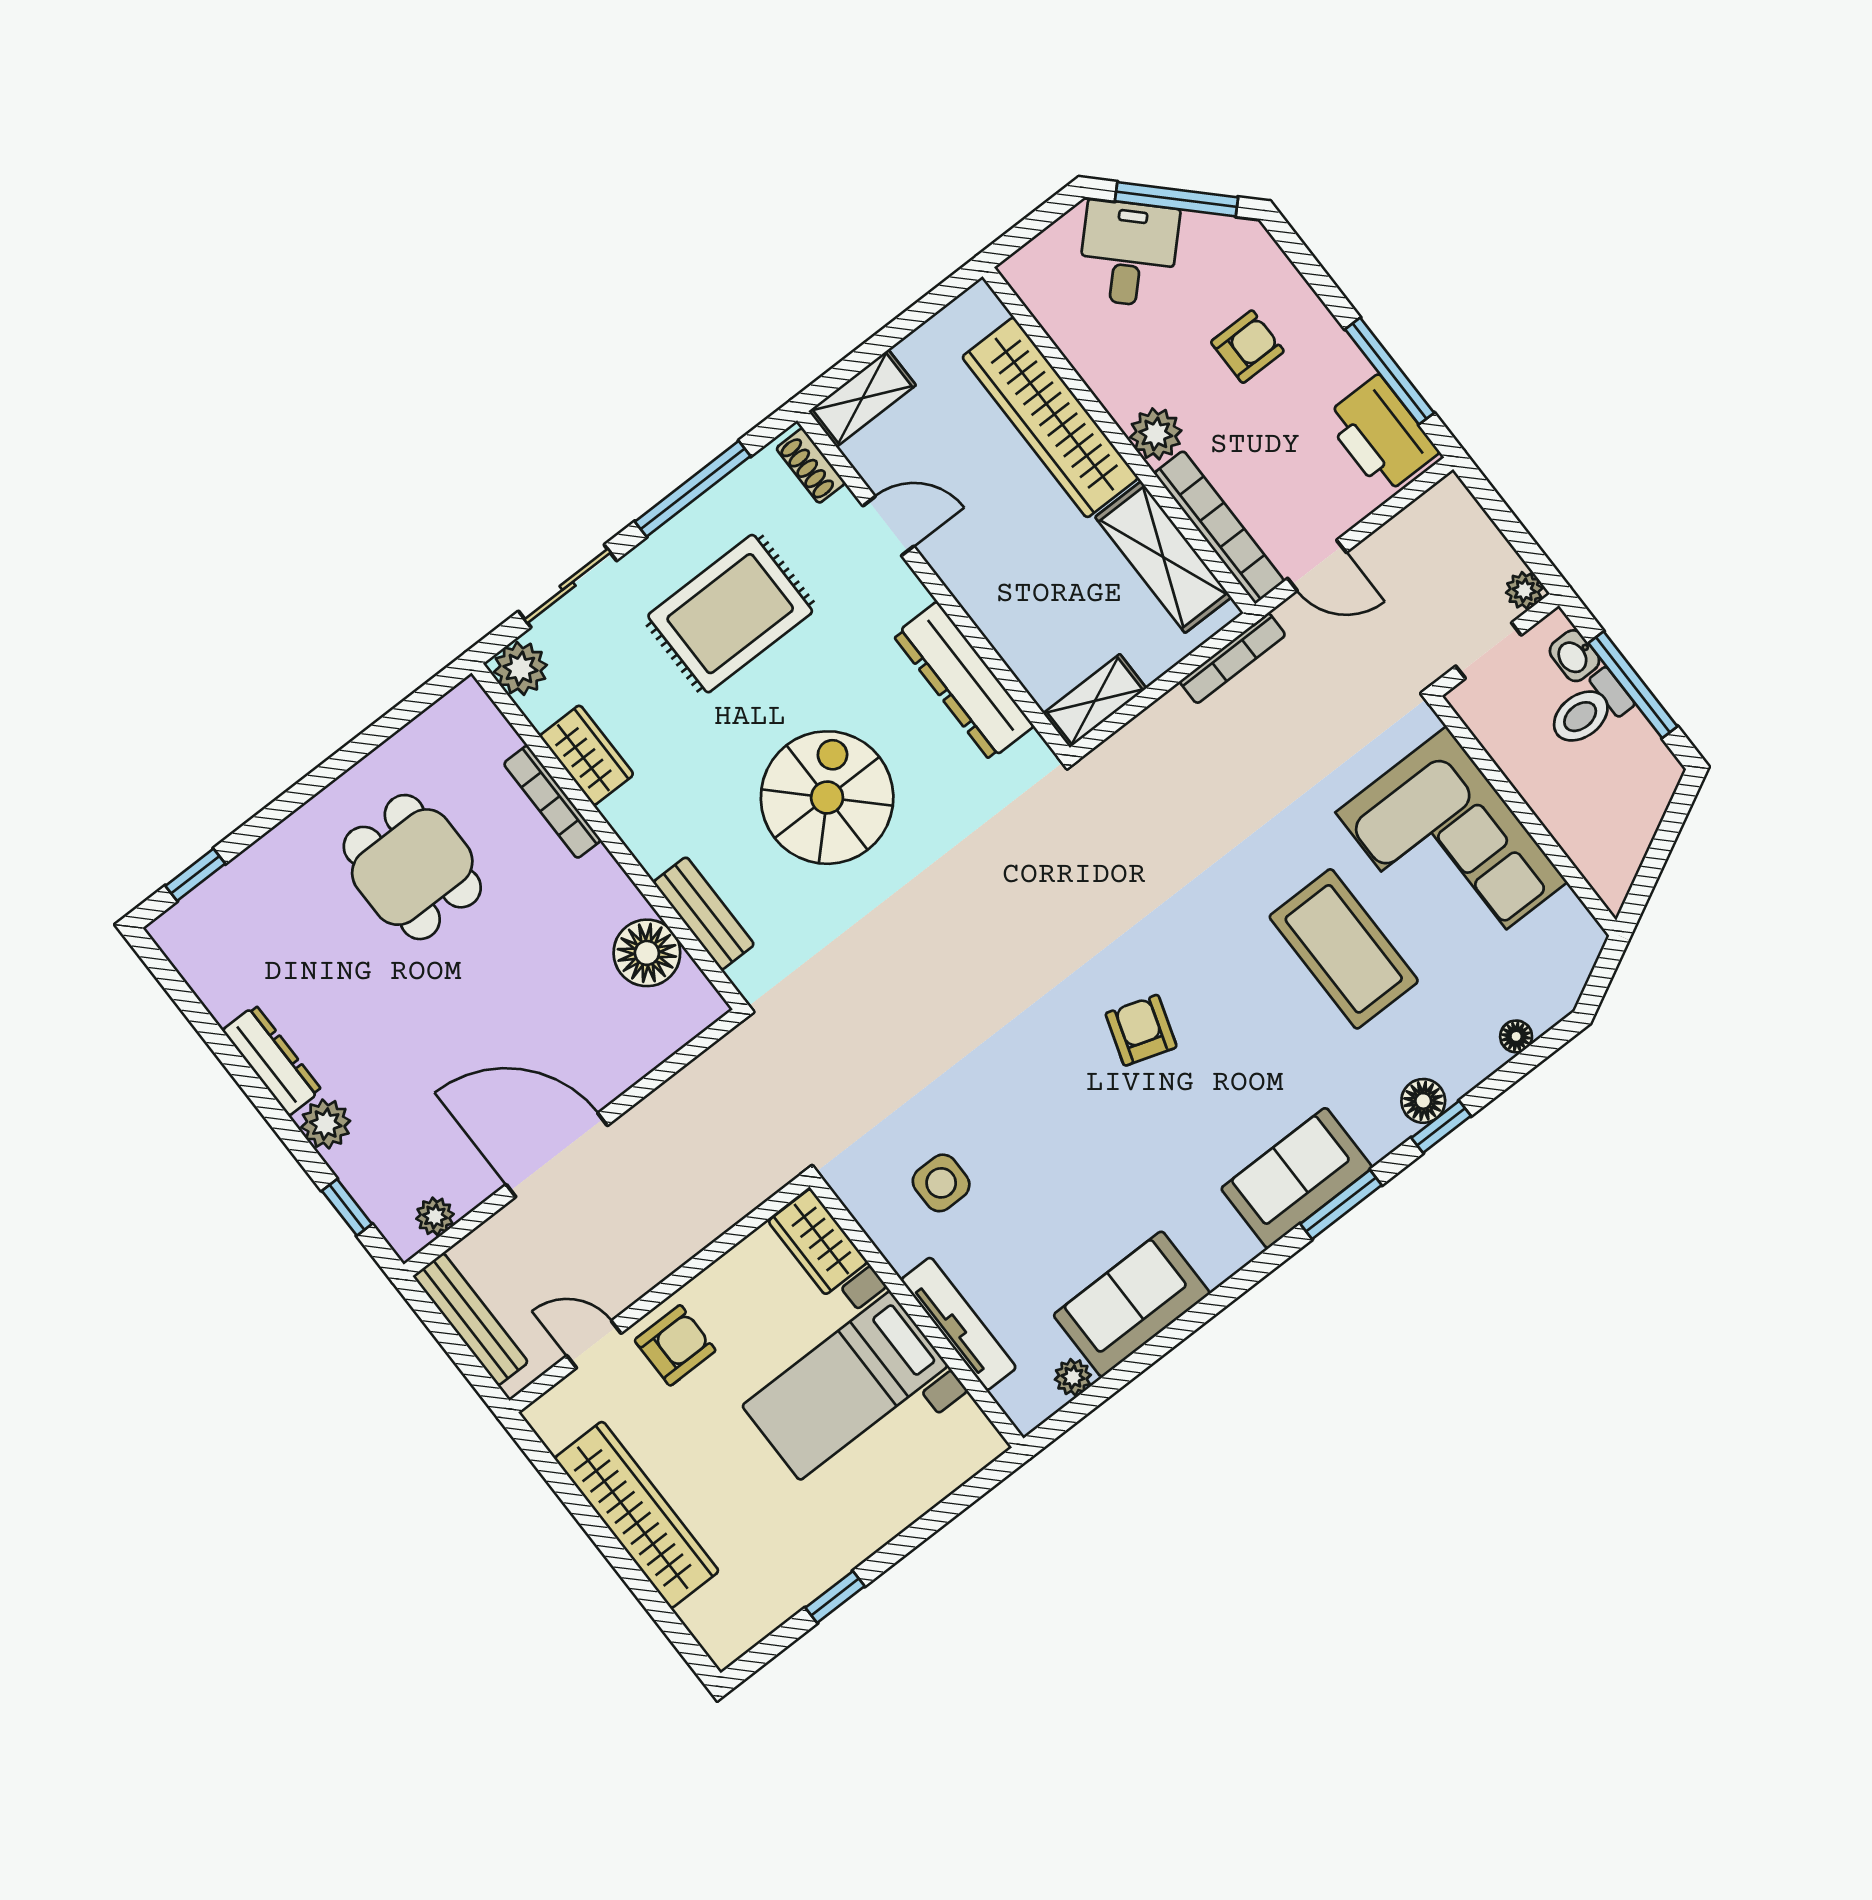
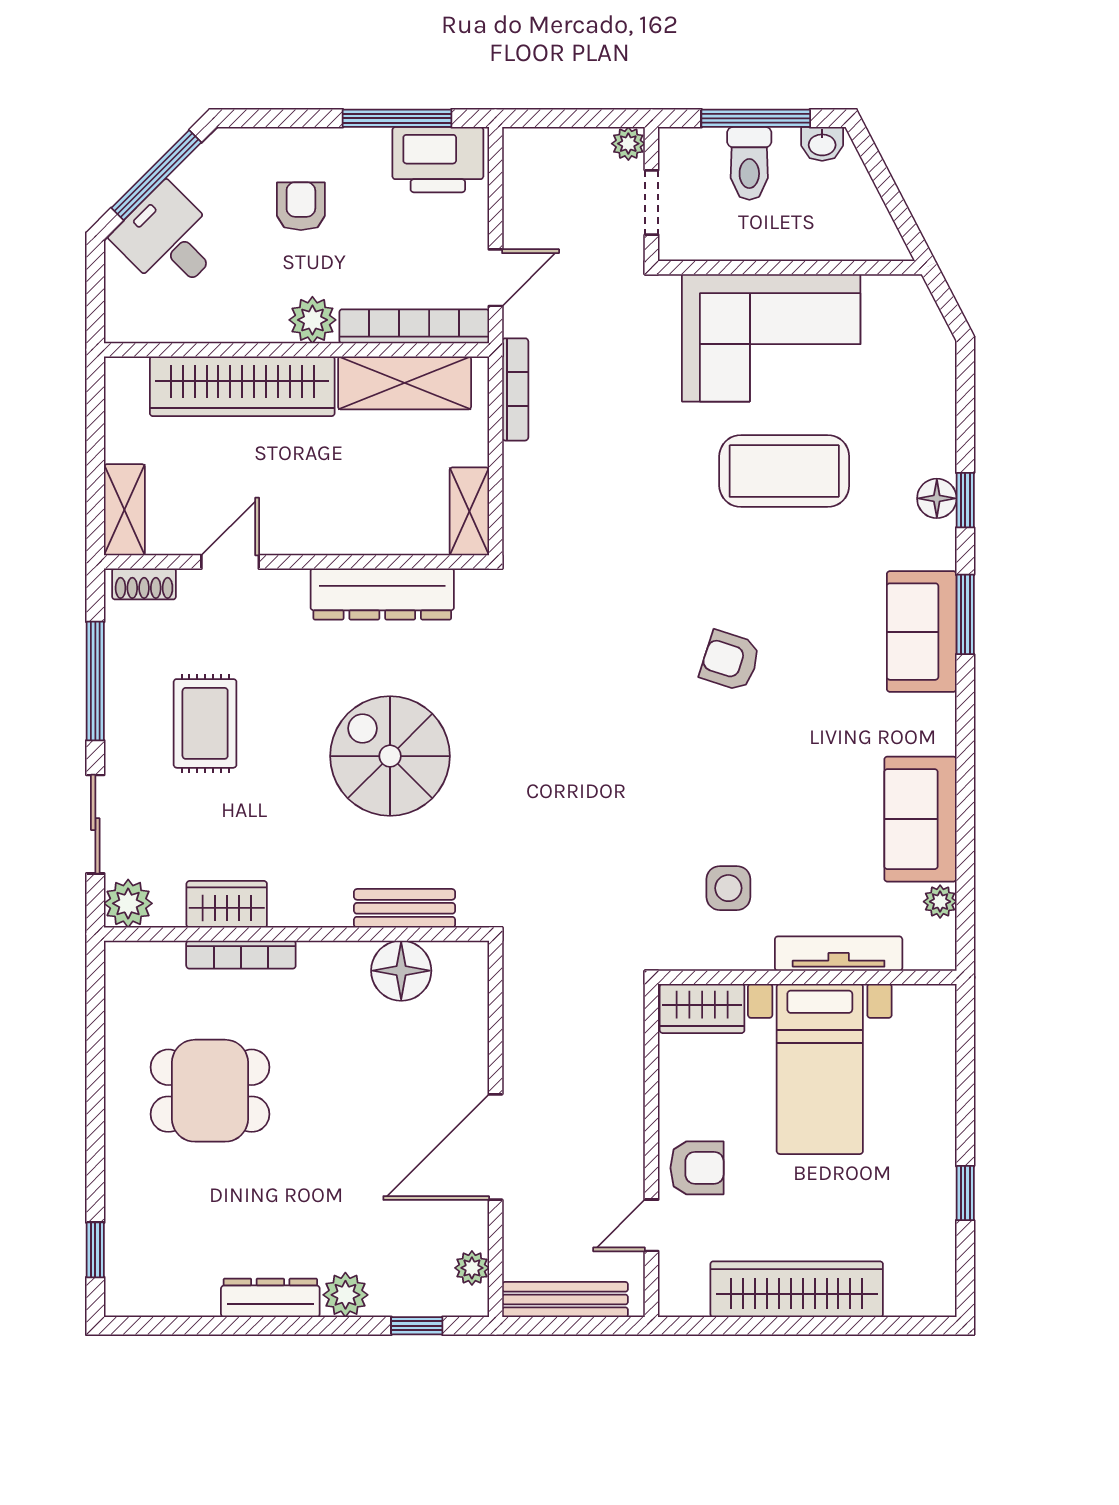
rug: (730, 614) -> (205, 723), width x0.73, depth x0.70
washbasin: (1574, 656) -> (822, 144), moved
floor lamp: (1516, 1036) -> (942, 396), removed
armchair: (675, 1345) -> (697, 1168), turned 90

